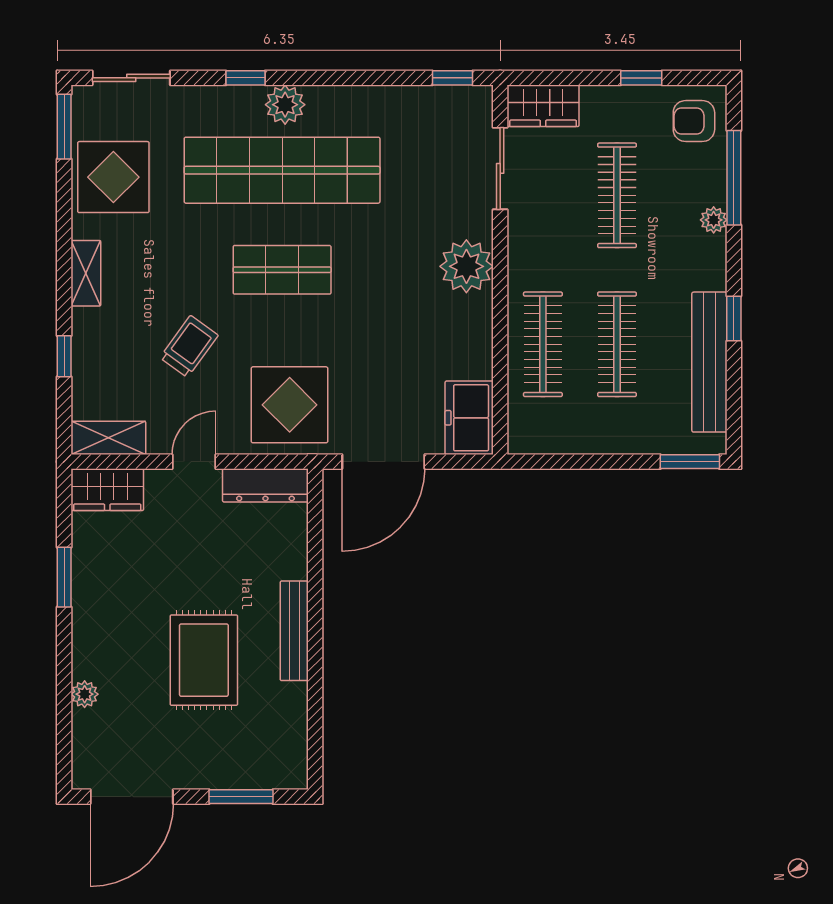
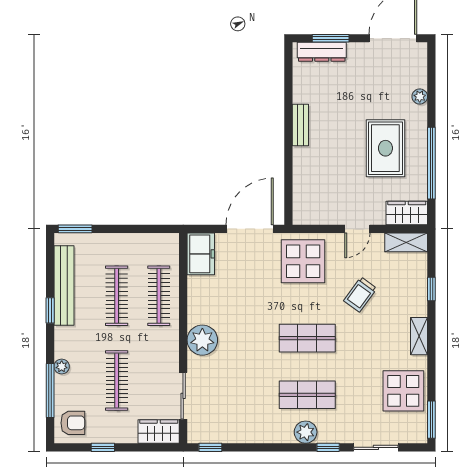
sliding door: (131, 78) -> (376, 447), moved
shop shelf: (282, 170) -> (307, 395), width x0.50, depth x0.74
dresser: (265, 485) -> (322, 52), moved, turned 180
window: (64, 577) -> (431, 163), width x2.11
bench: (294, 631) -> (300, 125), width x0.73
rug: (204, 660) -> (385, 148), moved

